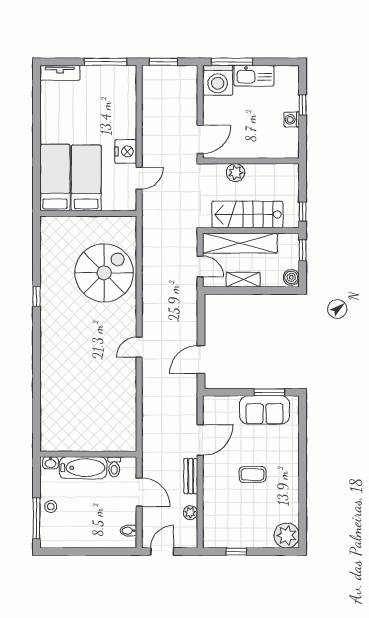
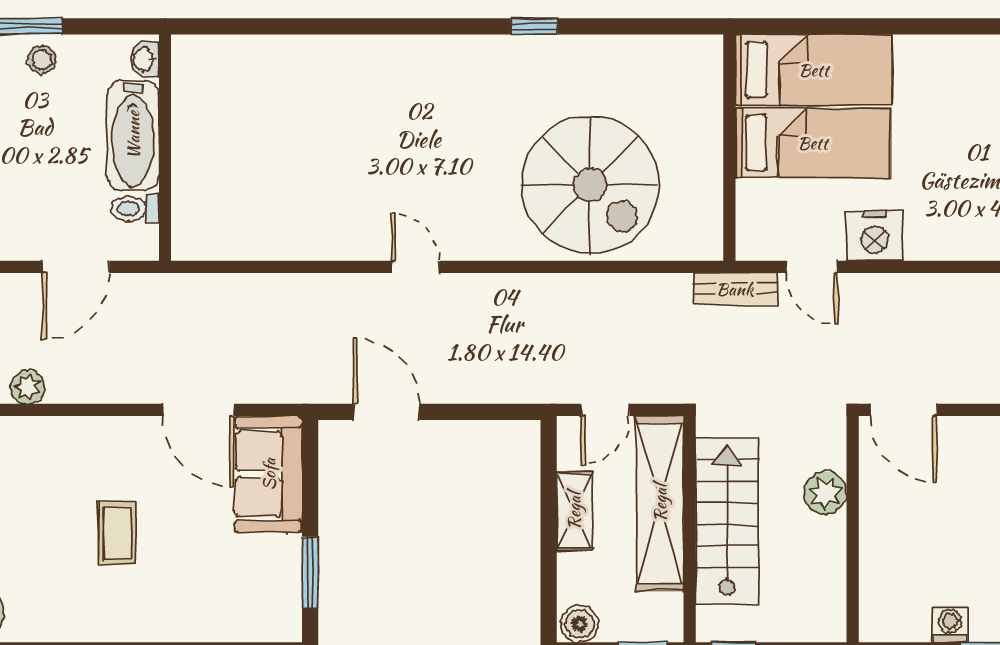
sofa: (265, 410) -> (269, 474), moved
bench: (191, 476) -> (735, 289), moved

